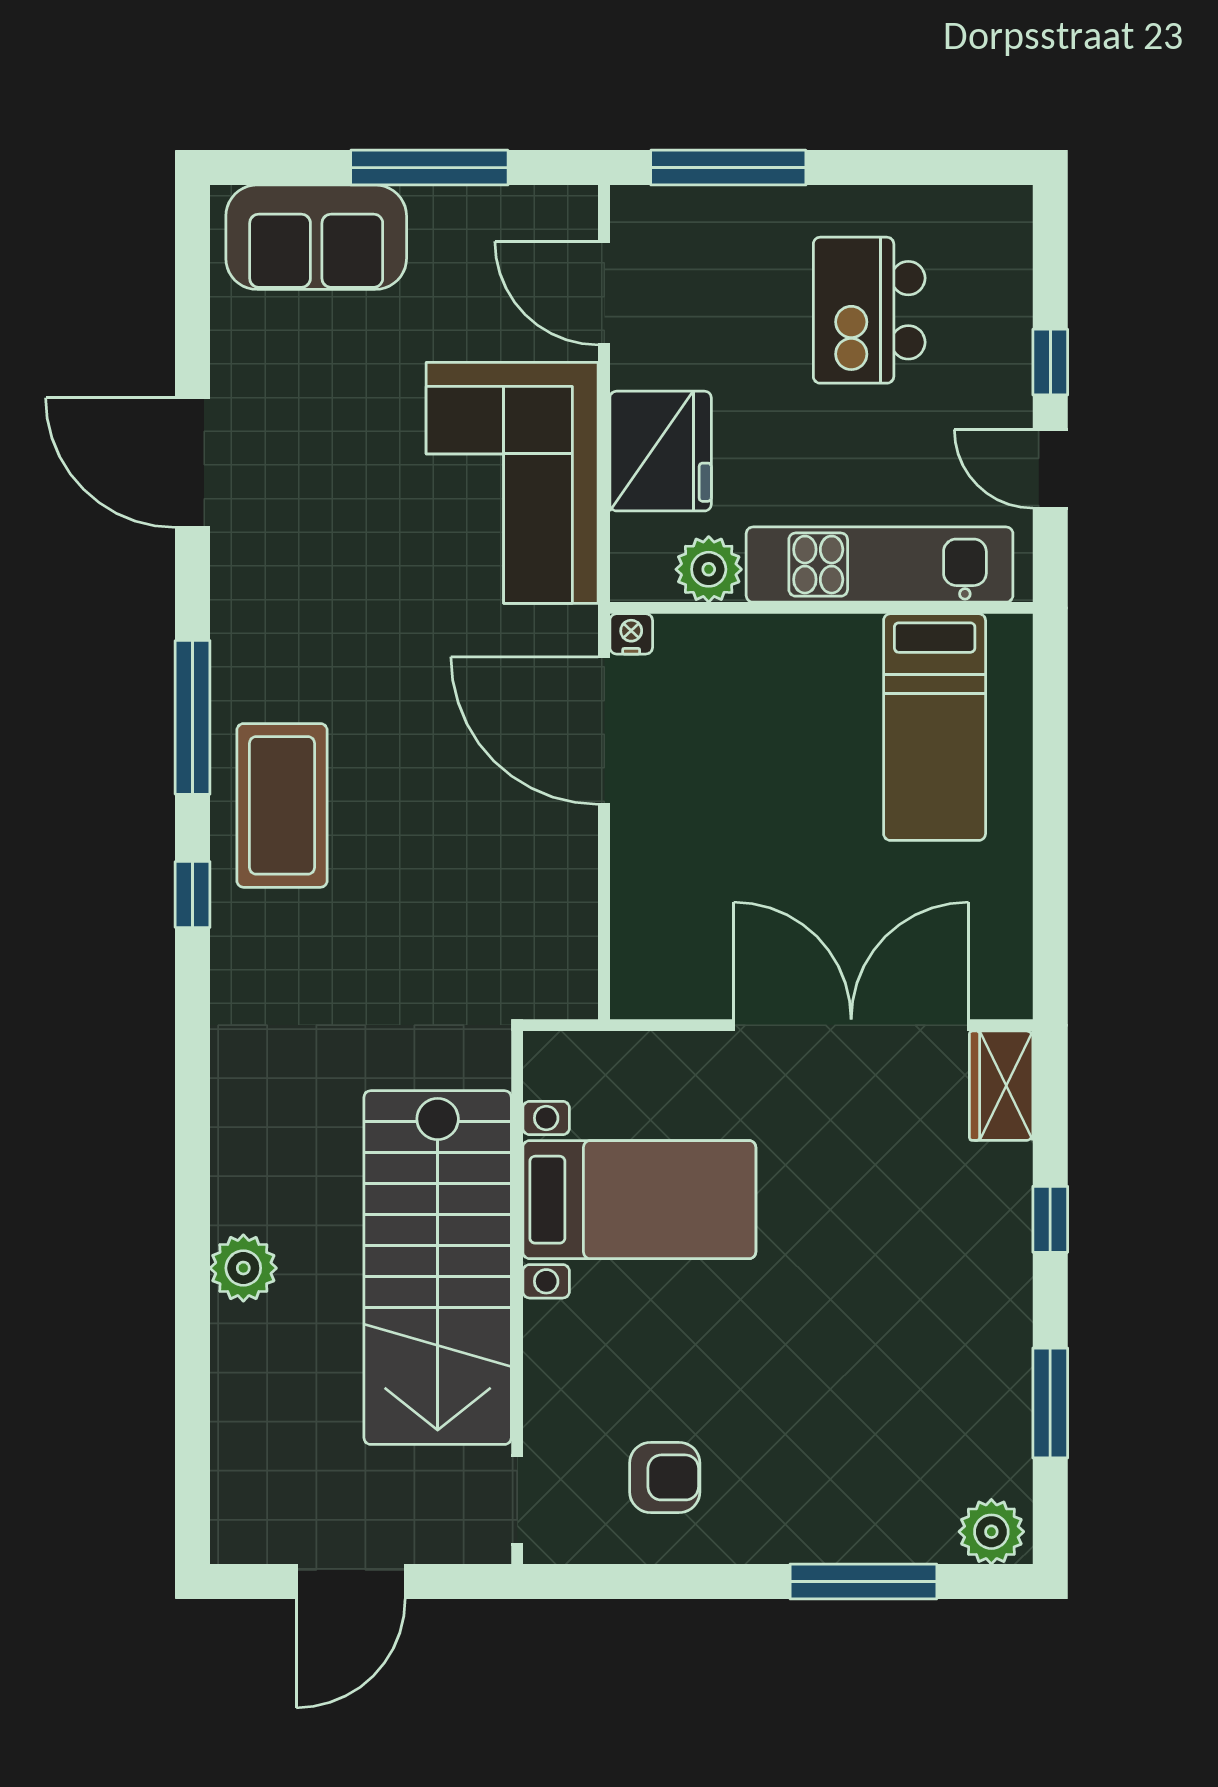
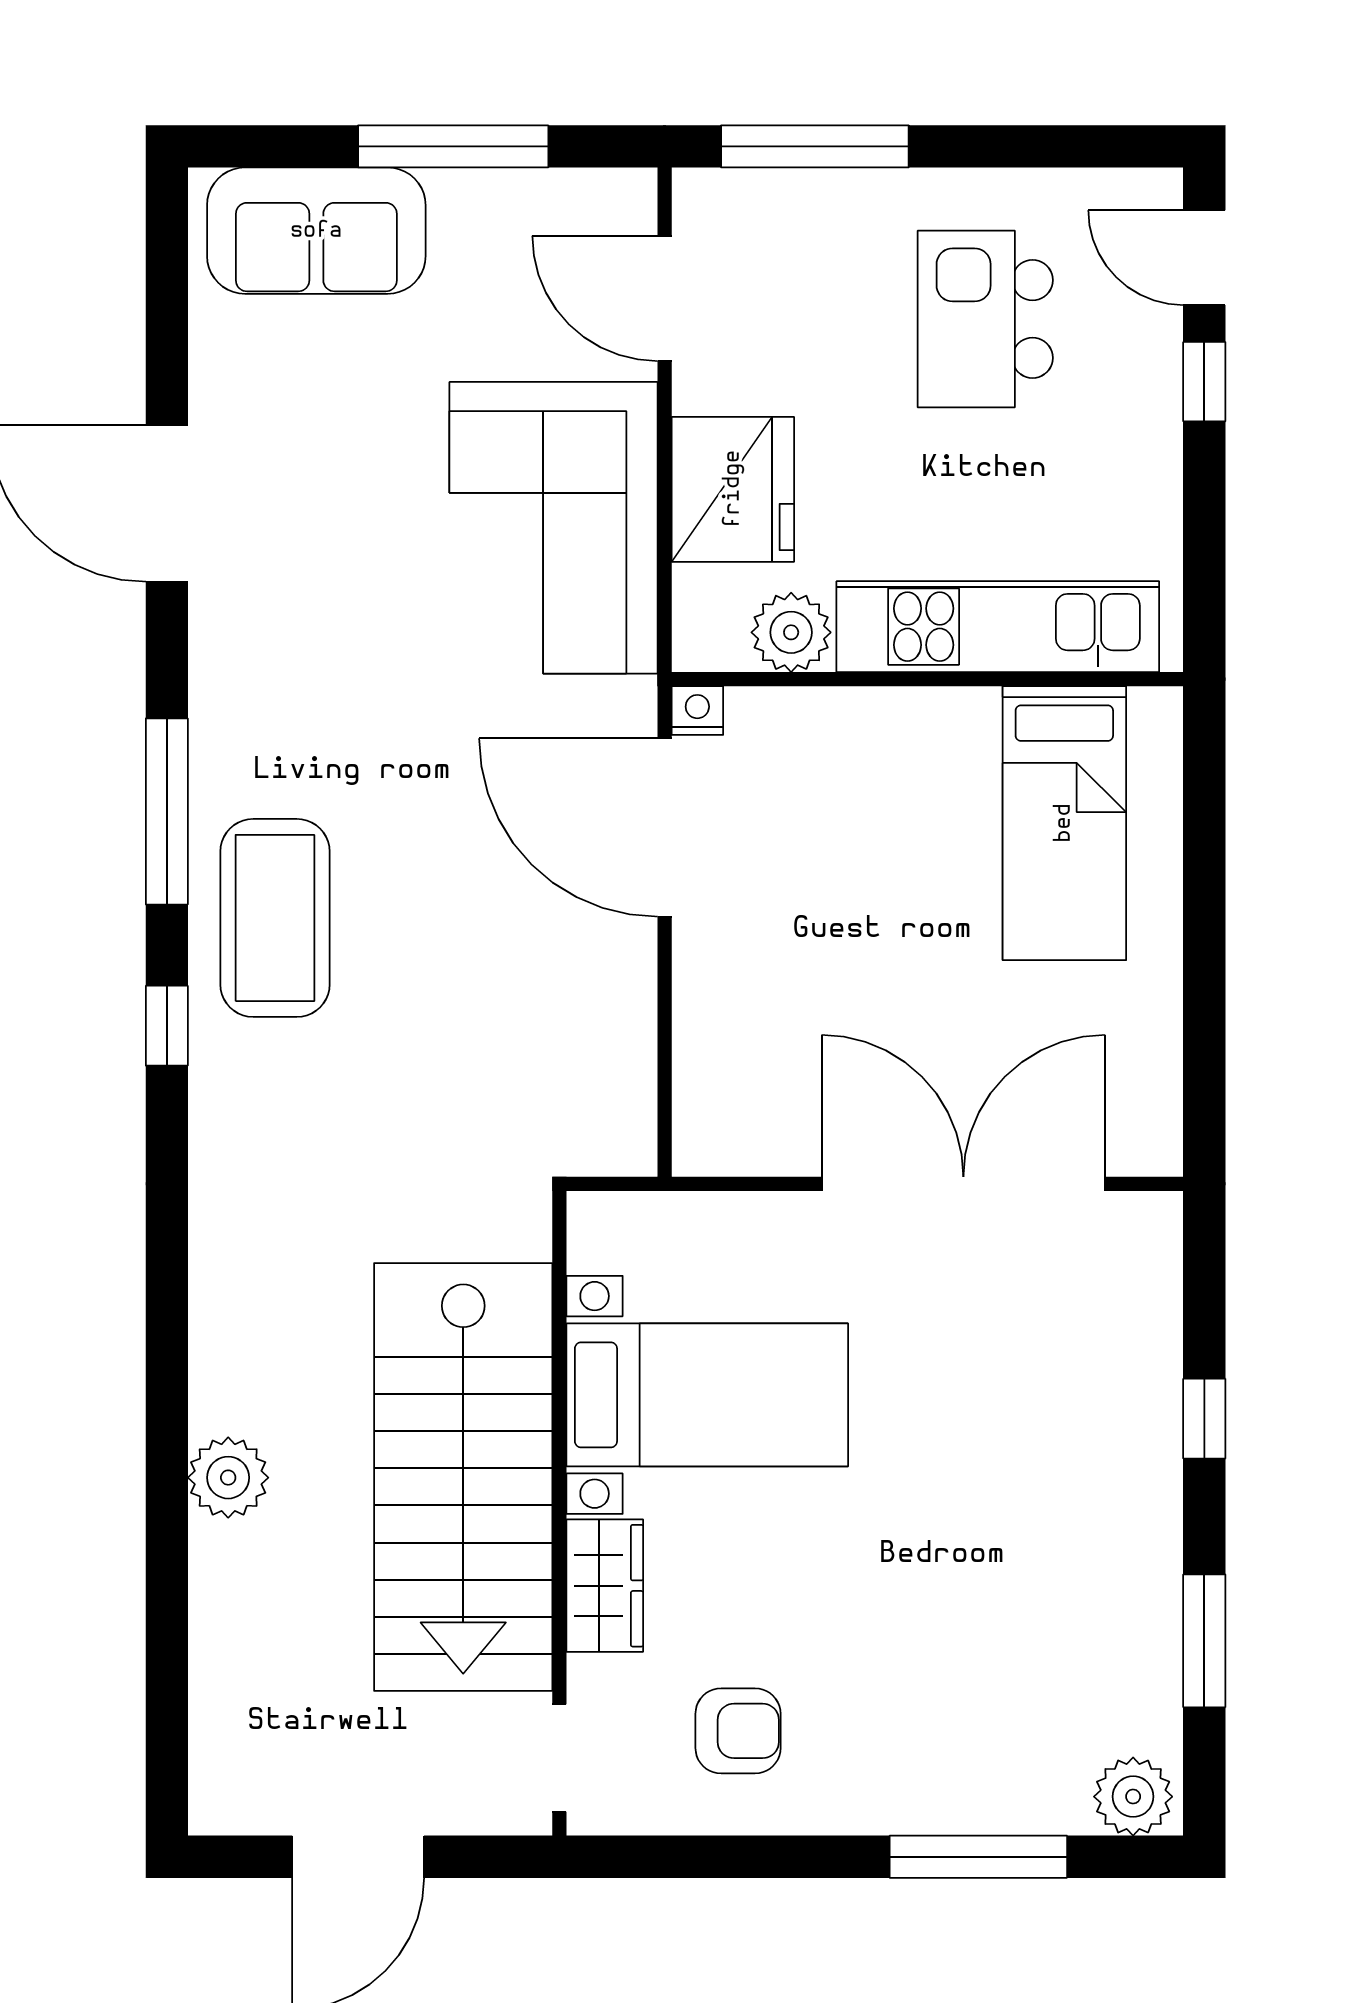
door: (1050, 469) -> (1204, 258), moved
wardrobe: (1001, 1086) -> (605, 1586), moved, turned 180

